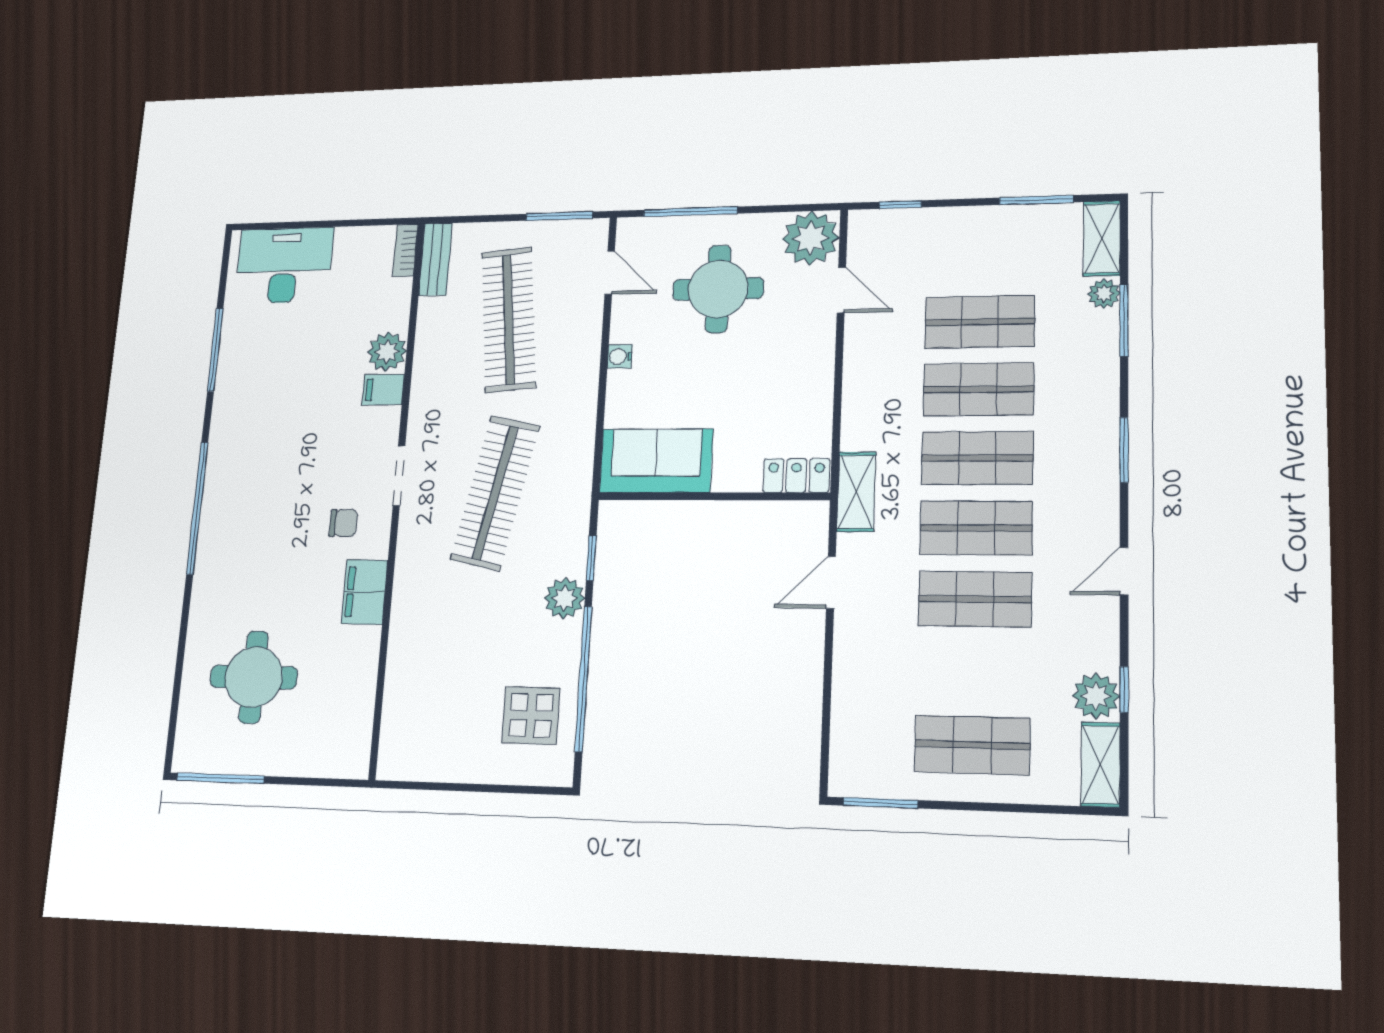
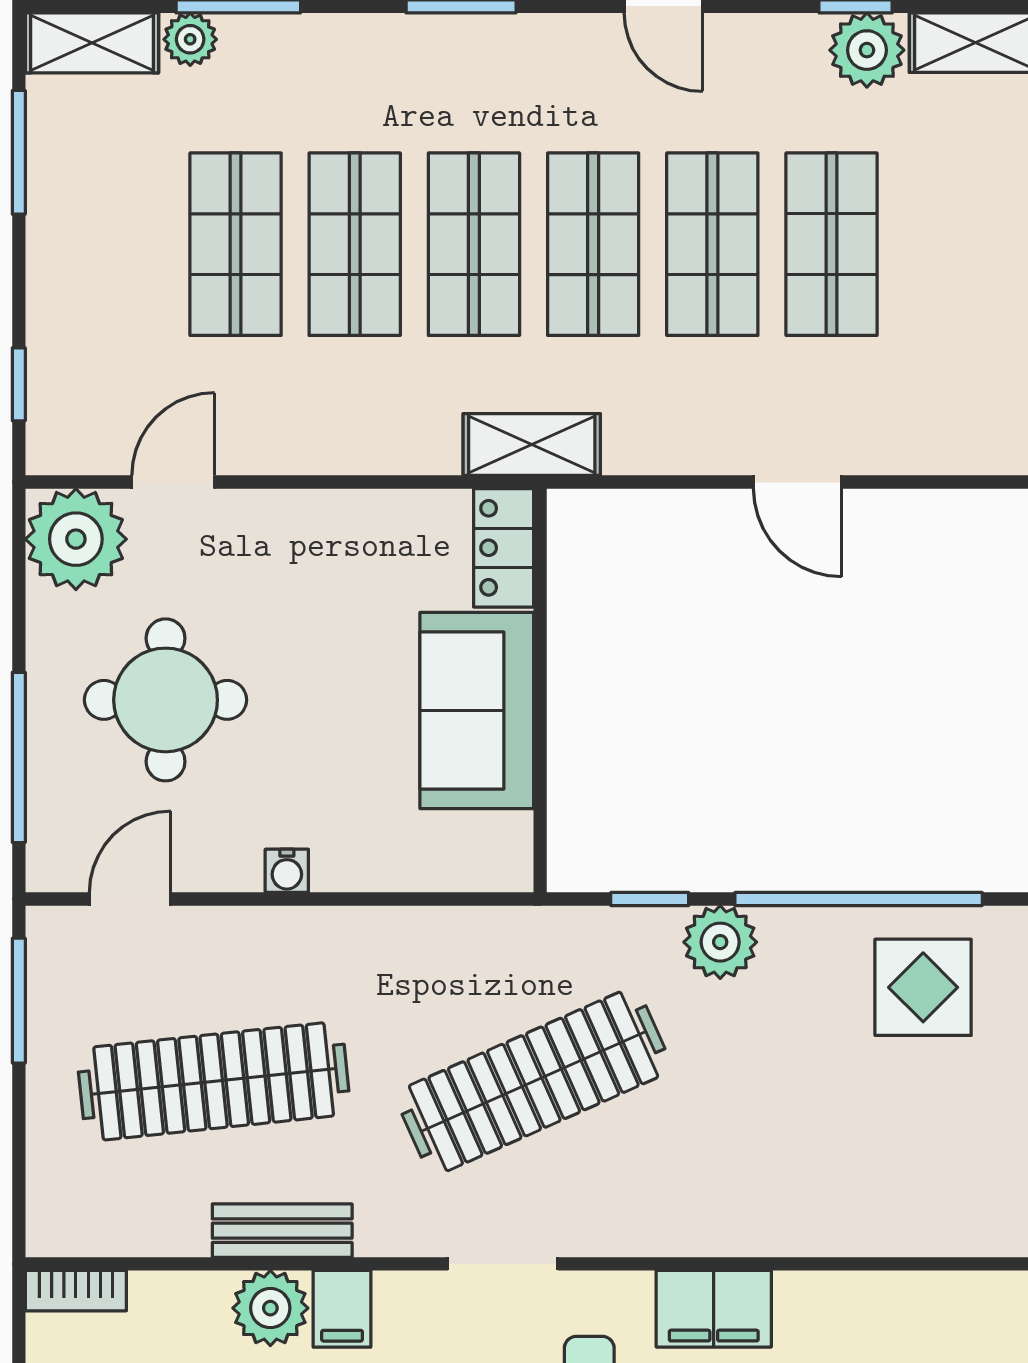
bench: (435, 259) -> (282, 1231), moved
sofa: (656, 461) -> (477, 711), moved
clothes rail: (495, 493) -> (534, 1081), turned -36
door: (831, 582) -> (798, 482), moved
shop shelf: (972, 745) -> (832, 244), moved

